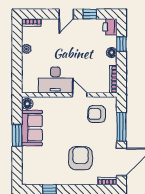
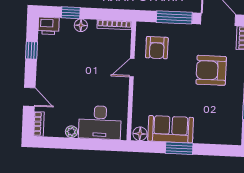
door: (66, 14) -> (29, 97), moved
desk: (55, 80) -> (100, 122), moved, turned 90

